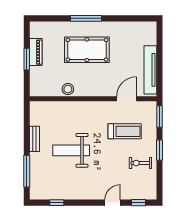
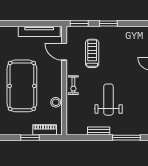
pool table: (87, 50) -> (22, 86), width x1.36, depth x1.32
piano: (36, 52) -> (45, 130), moved
weight bench: (71, 150) -> (109, 100), turned 180
exercise bike: (140, 163) -> (73, 85), moved

